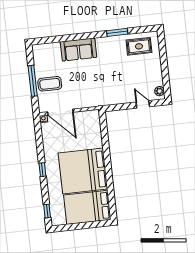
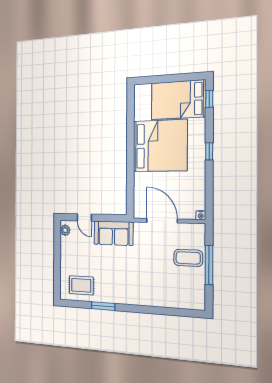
sofa: (78, 49) -> (113, 233), moved, turned 180
door: (60, 112) -> (162, 221), moved
bed: (87, 207) -> (178, 100), moved, turned 180

